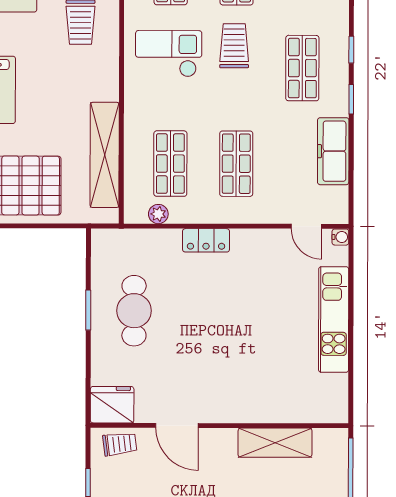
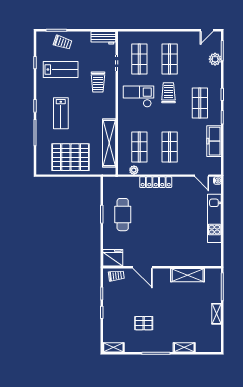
locker: (206, 240) -> (156, 182), width x1.53

